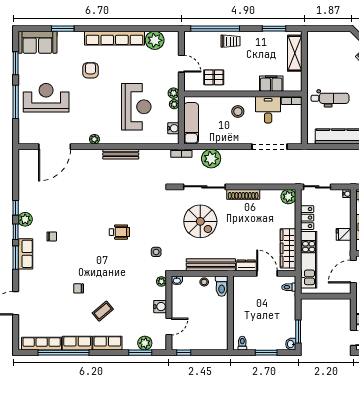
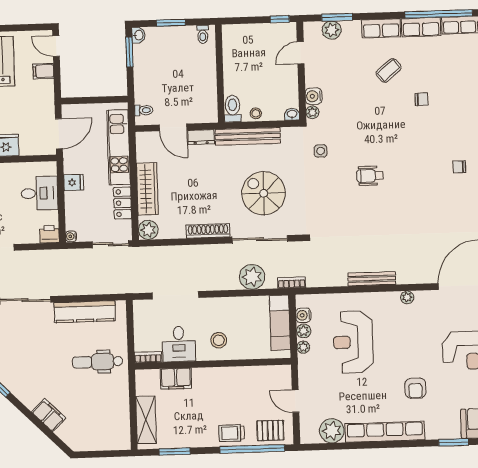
pallet: (214, 77) -> (270, 430), moved
plant: (174, 93) -> (304, 331), moved
wardrobe: (288, 248) -> (147, 189), moved
water cooler: (160, 307) -> (314, 96), moved

